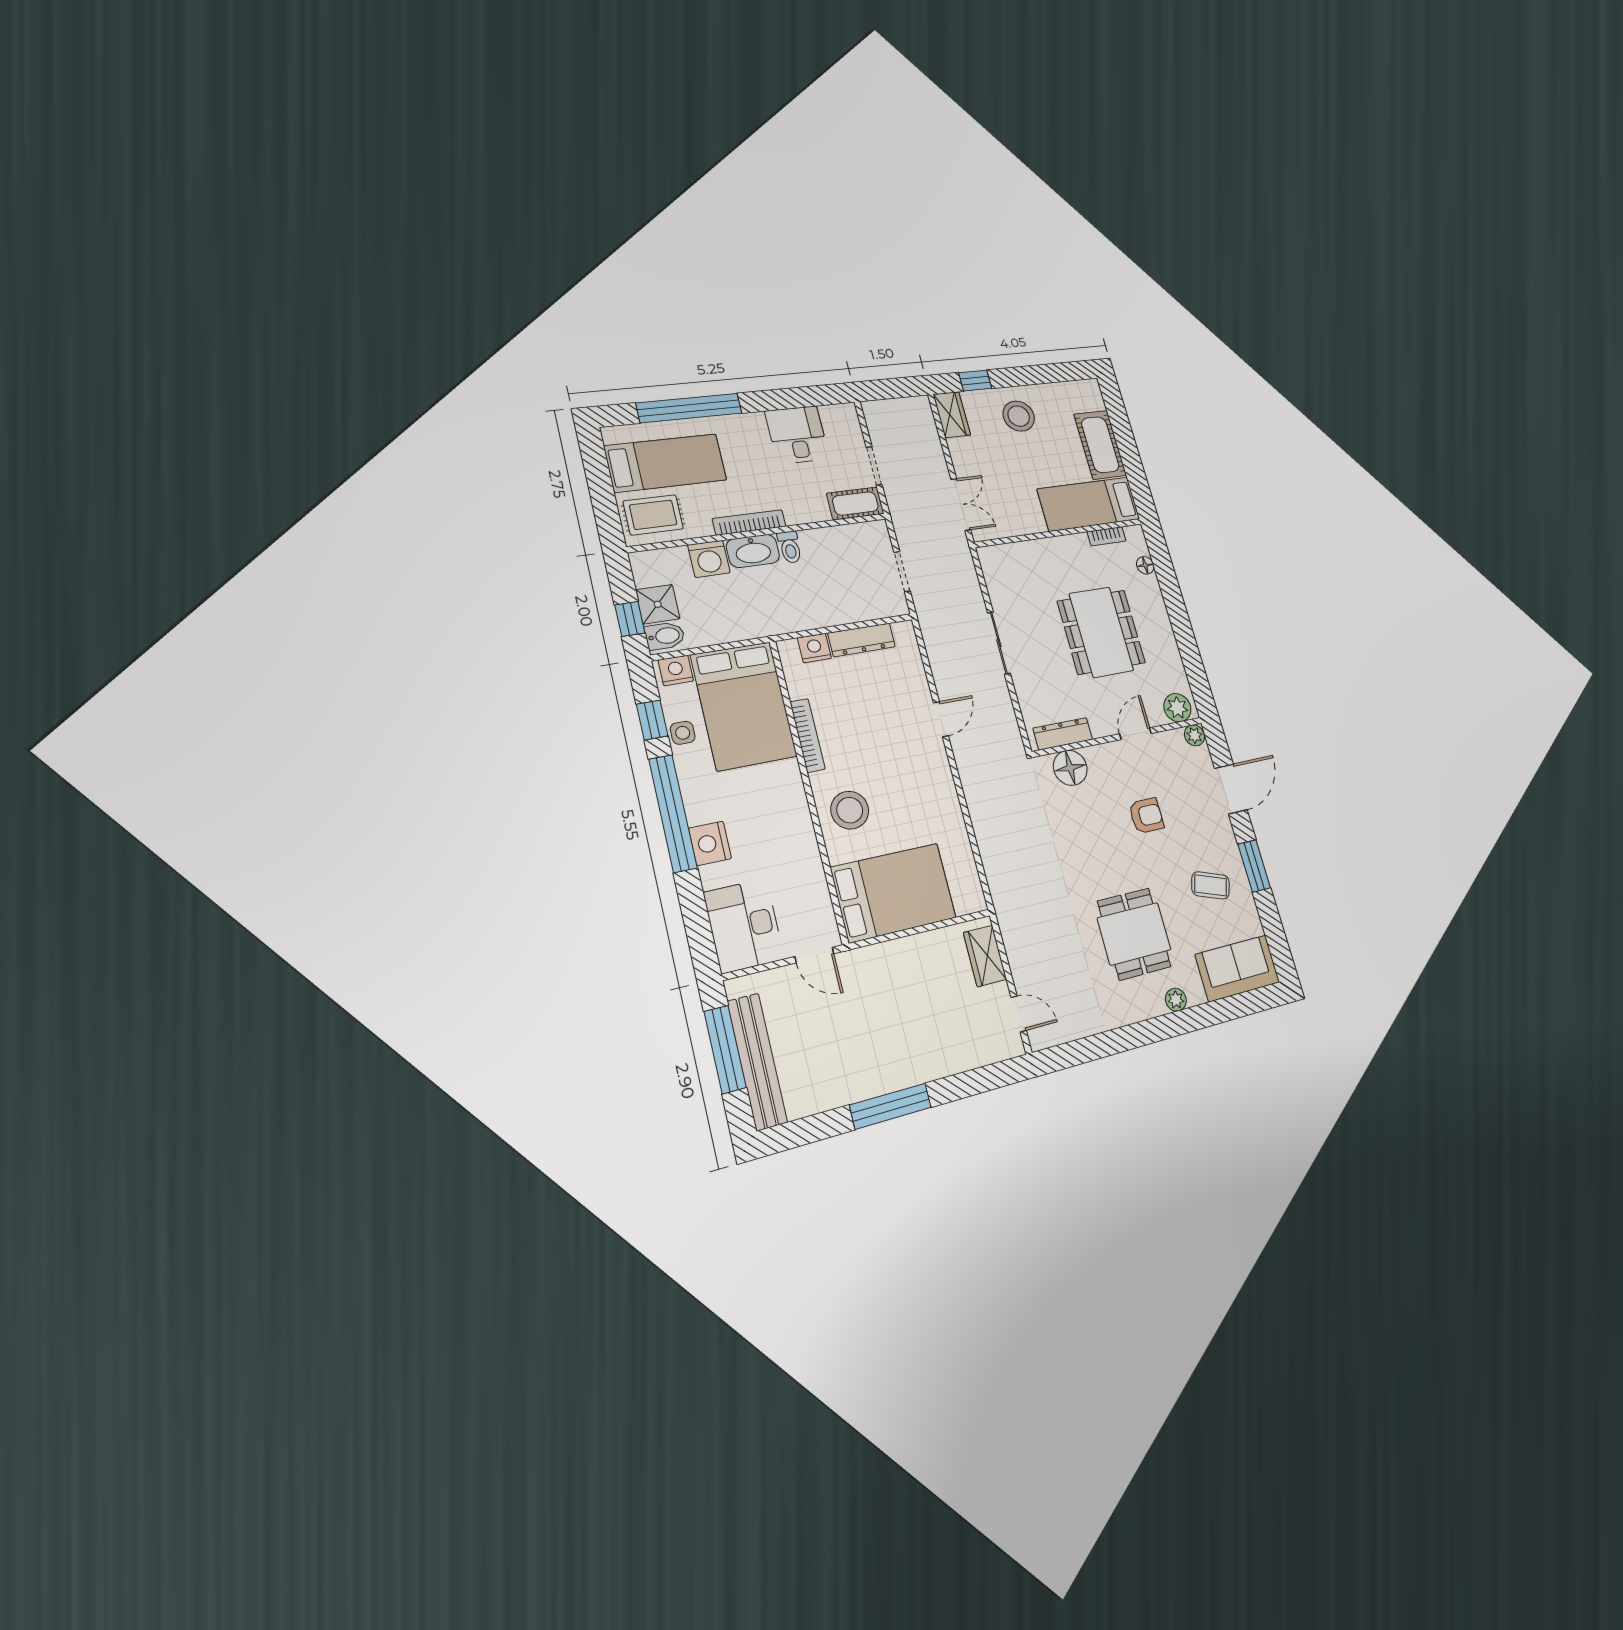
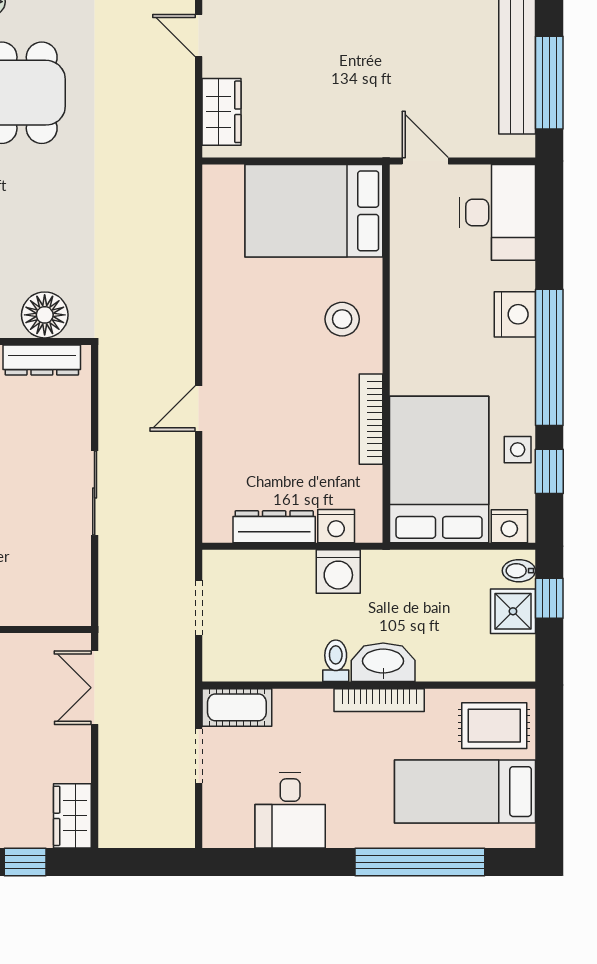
washing machine: (709, 559) -> (338, 572), moved, turned 180
bidet: (665, 636) -> (519, 571), width x0.72, depth x0.74
stool: (850, 810) -> (342, 319), width x0.73, depth x0.73

